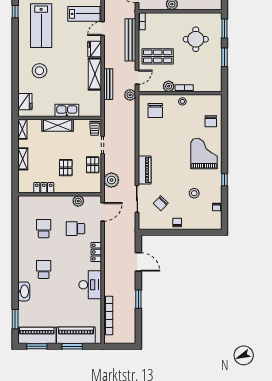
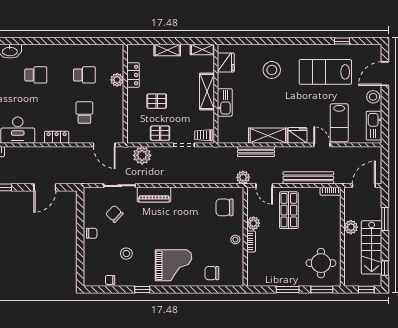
round table: (196, 39) -> (321, 263), moved
fridge: (25, 102) -> (226, 63), moved, turned -90
plant: (78, 201) -> (117, 80), moved

